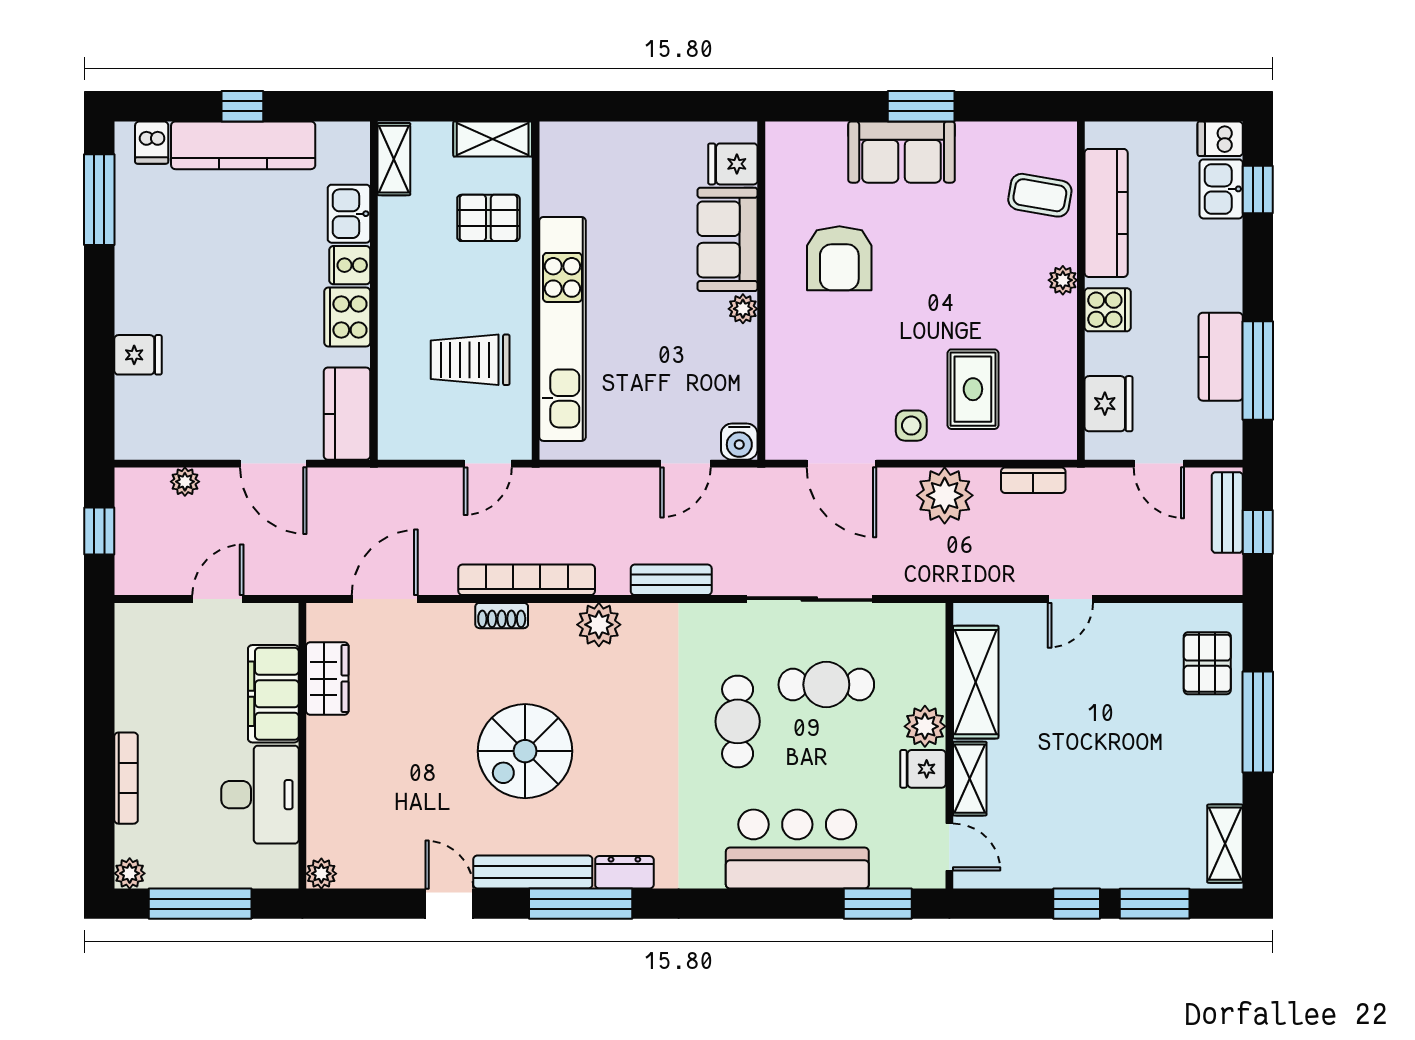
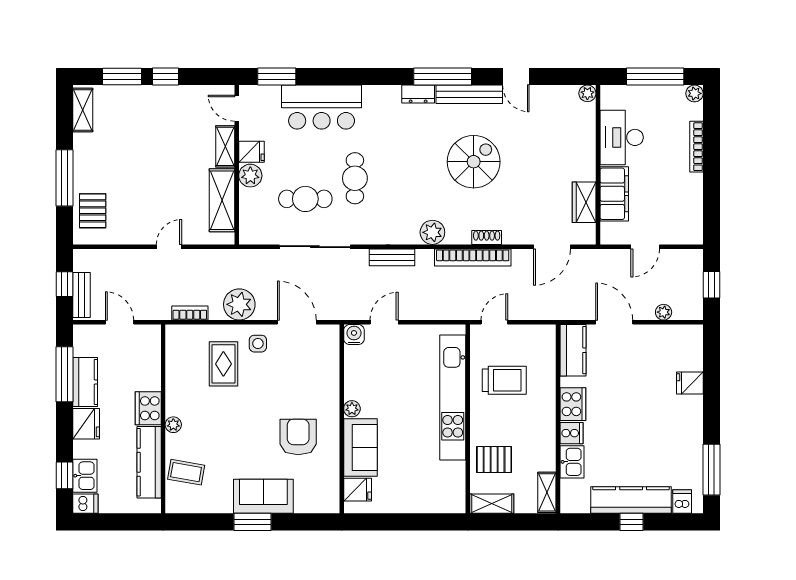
cooker: (1108, 310) -> (148, 408), width x1.36
fridge: (1109, 404) -> (86, 424), moved, turned 180

